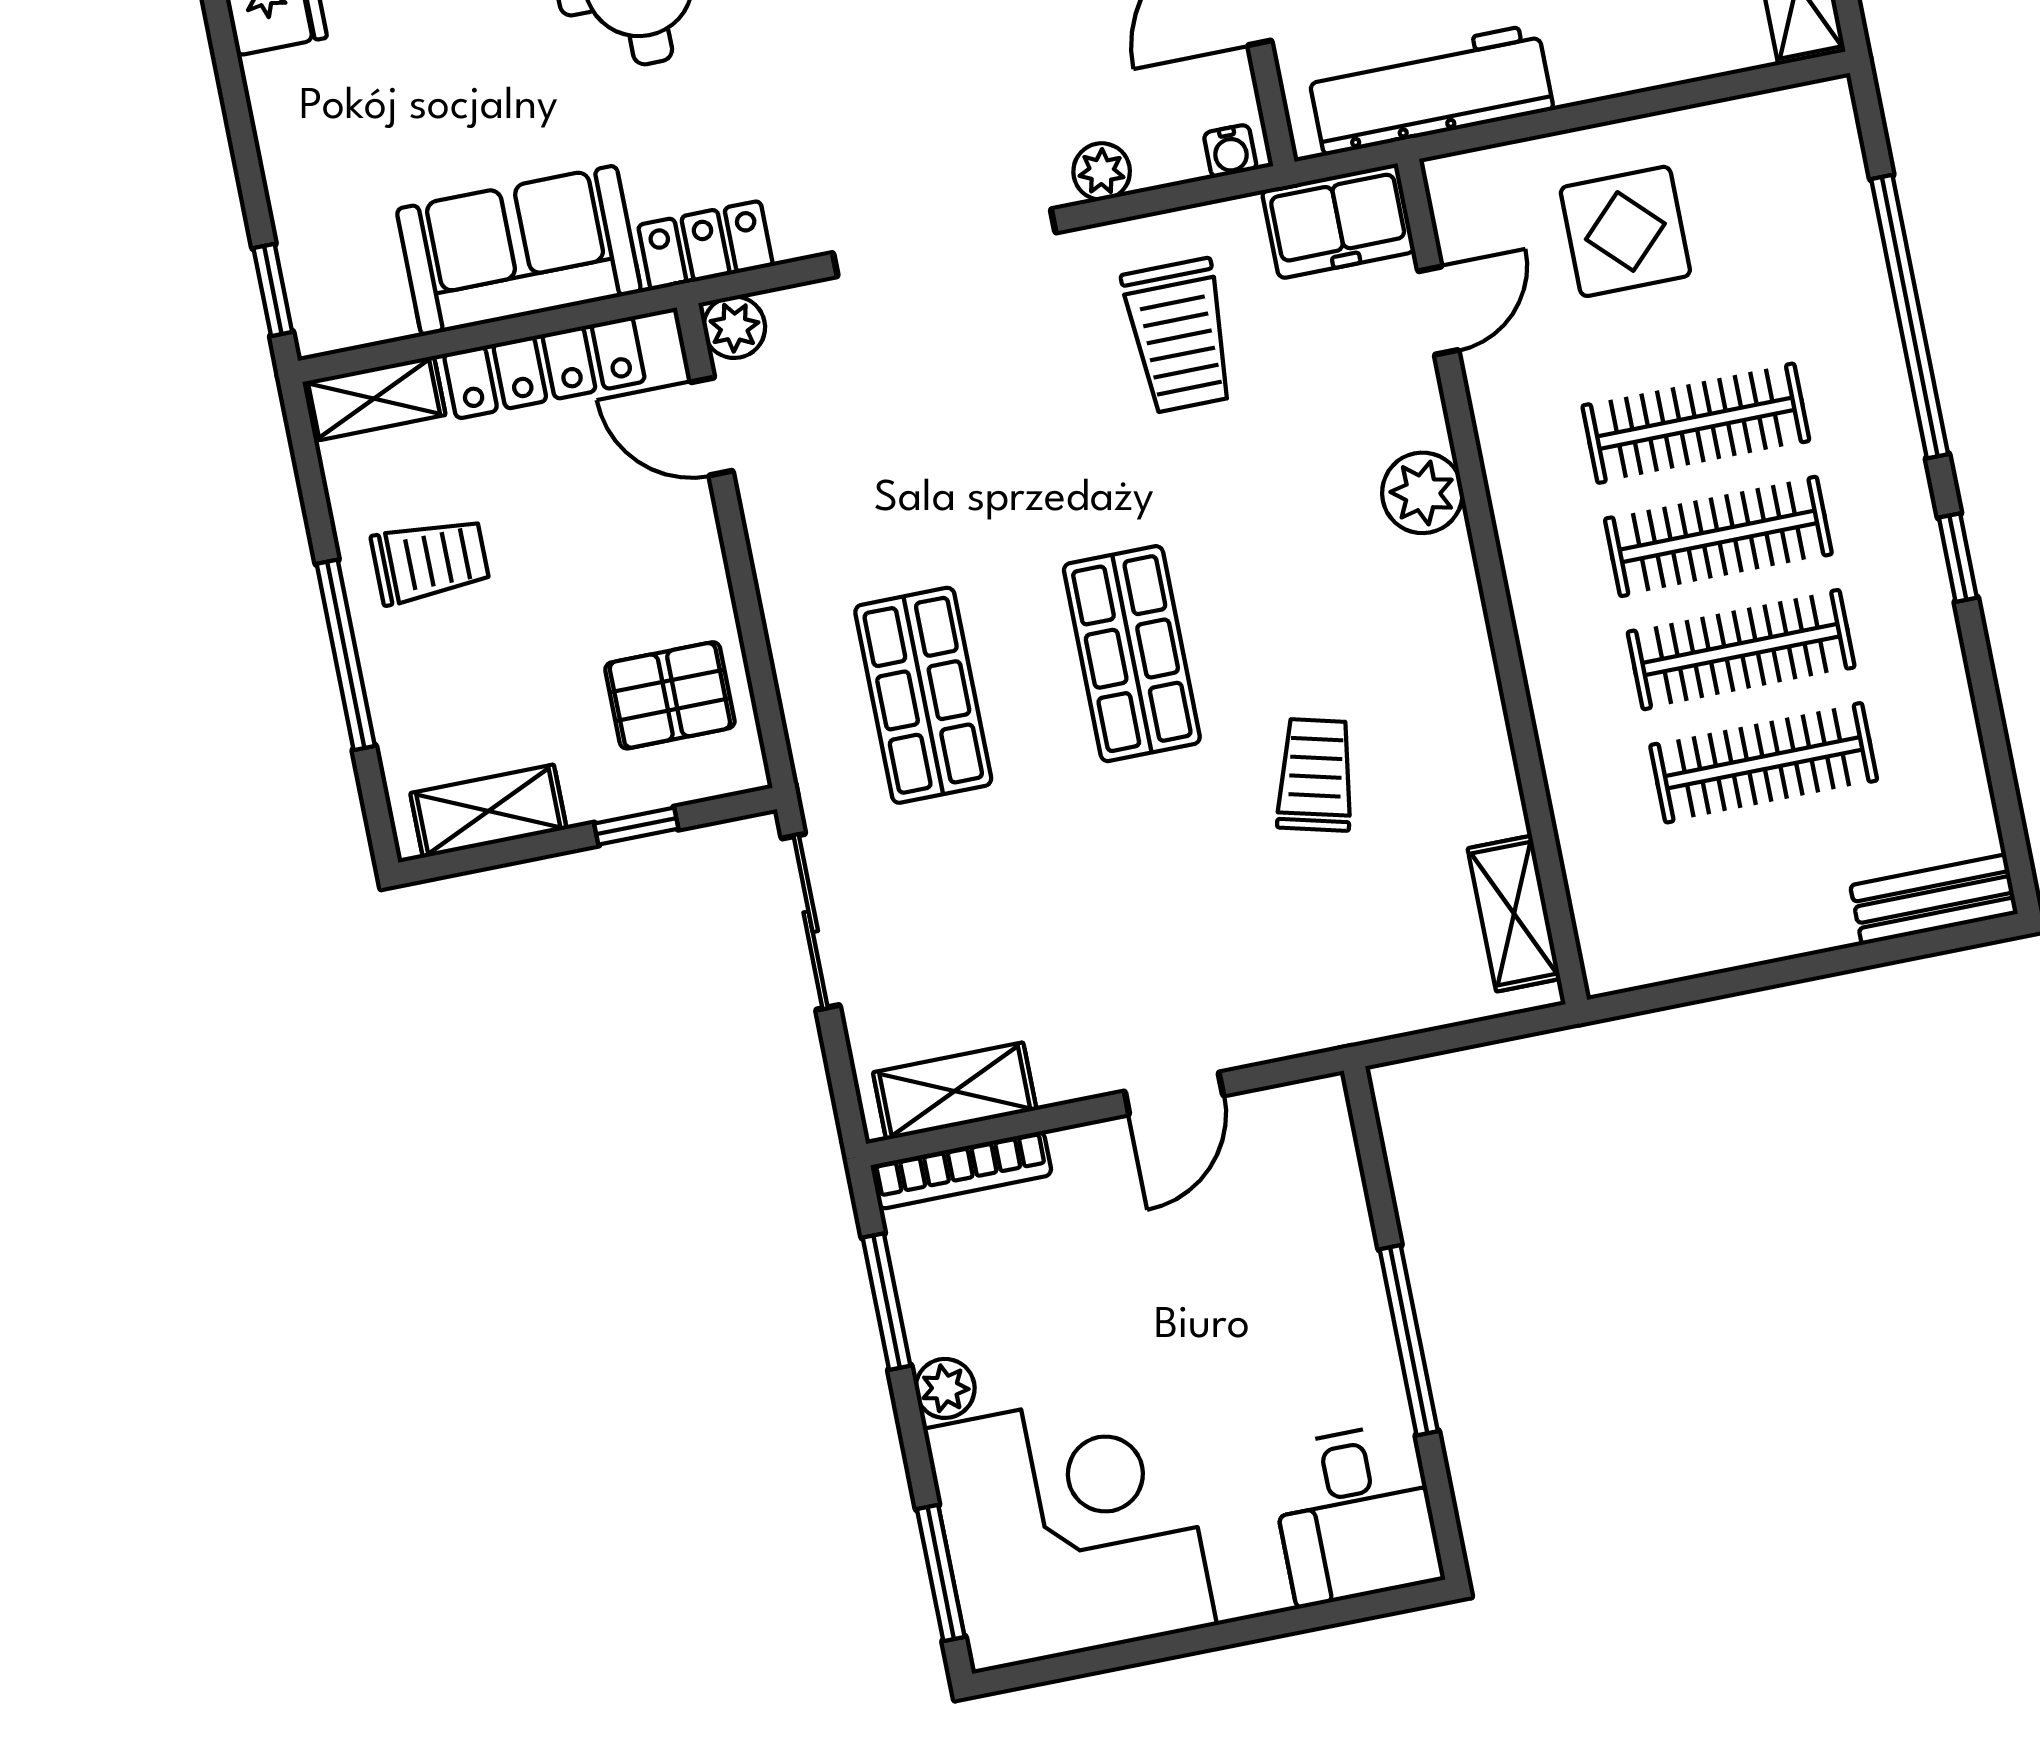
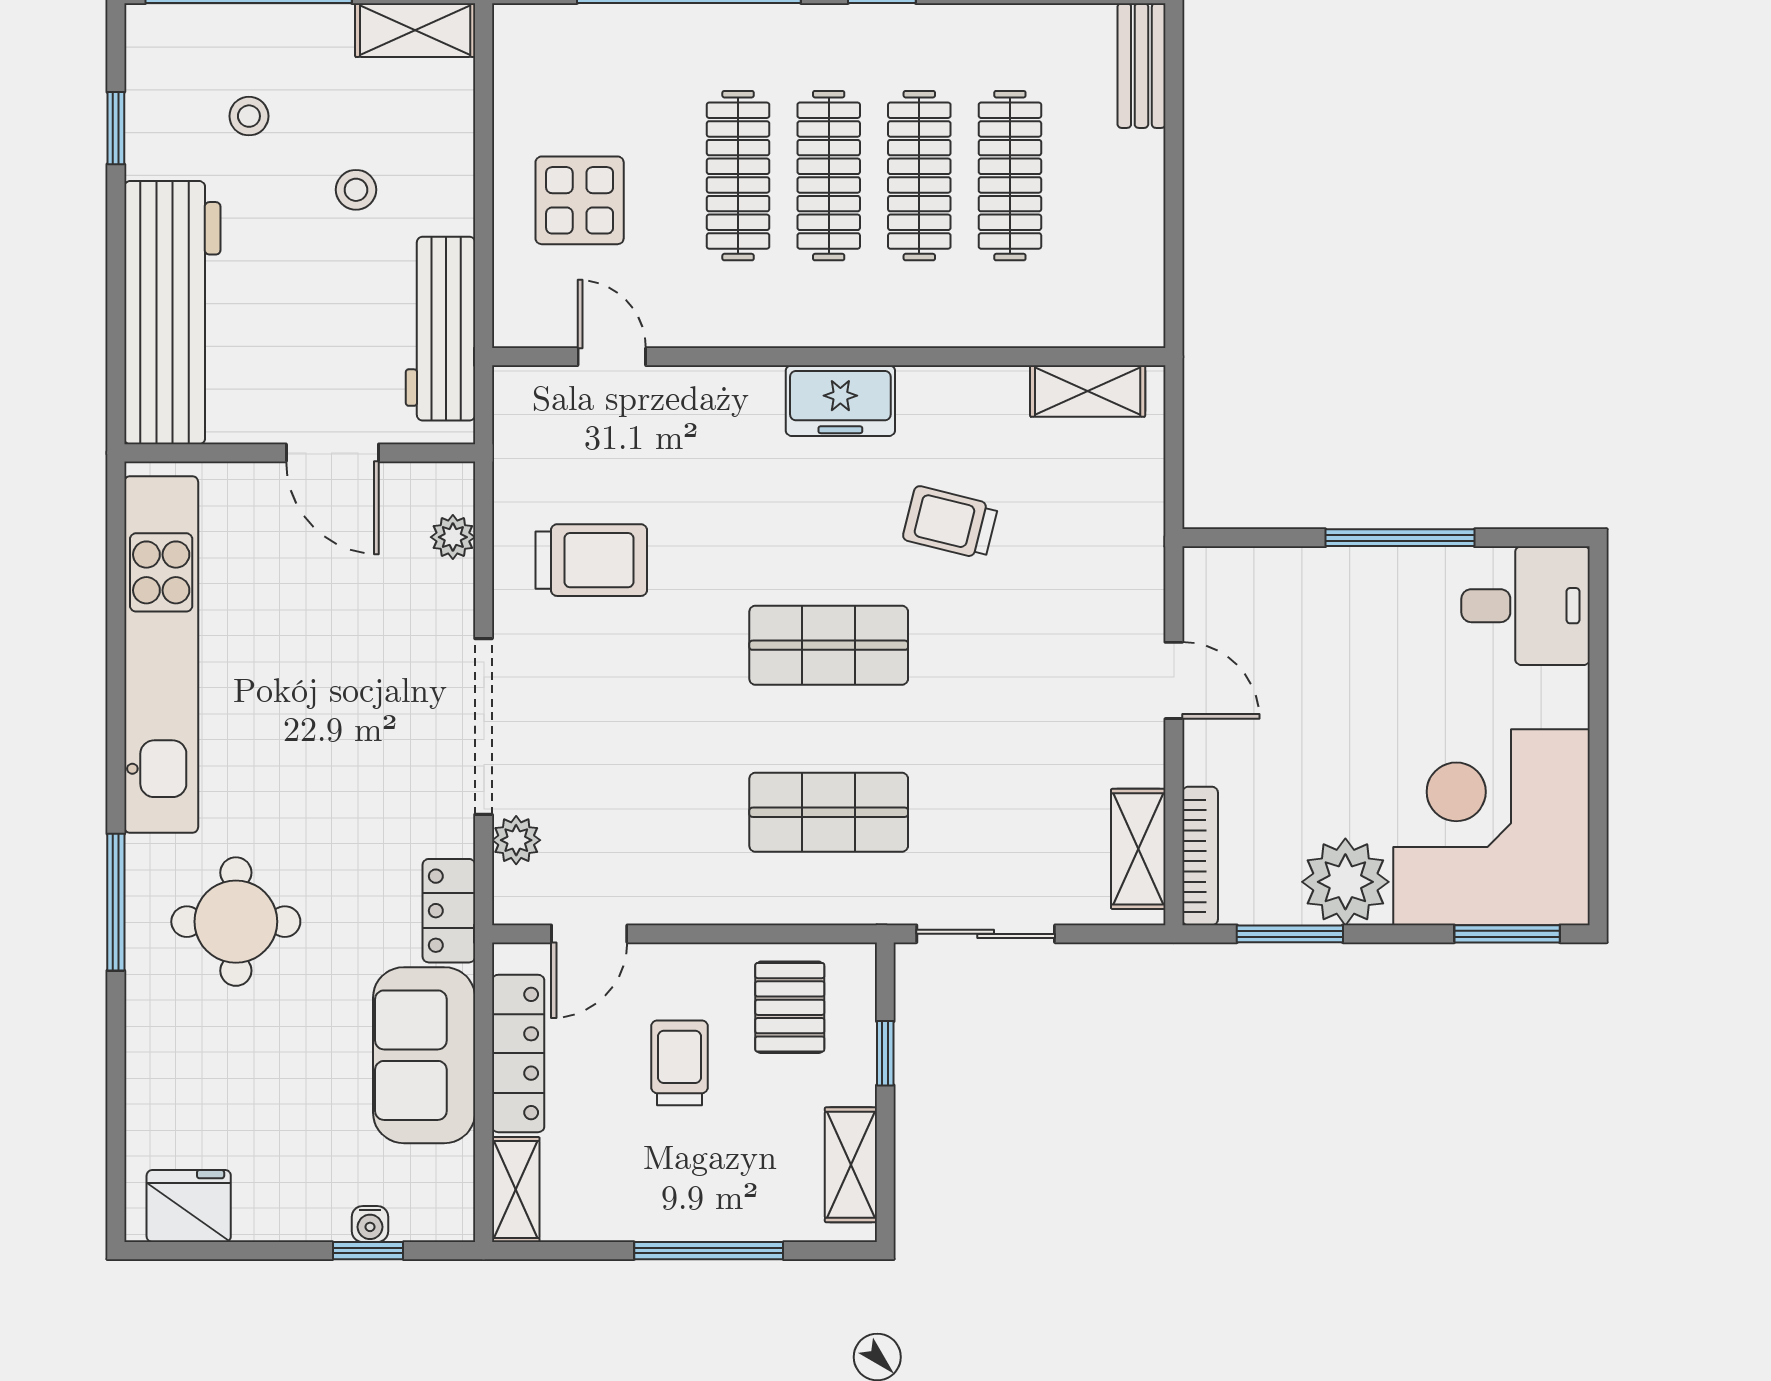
water cooler: (1230, 151) -> (370, 1224), moved, turned 90
plant: (1102, 171) -> (453, 537), moved
freezer: (1338, 221) -> (840, 401), moved, turned 90
window: (273, 290) -> (368, 1251), moved
plant: (734, 327) -> (516, 840), moved
plant: (1422, 493) -> (750, 397), removed
trolley: (430, 561) -> (680, 1063), moved
plant: (945, 1388) -> (1345, 882), width x1.88, depth x1.88

